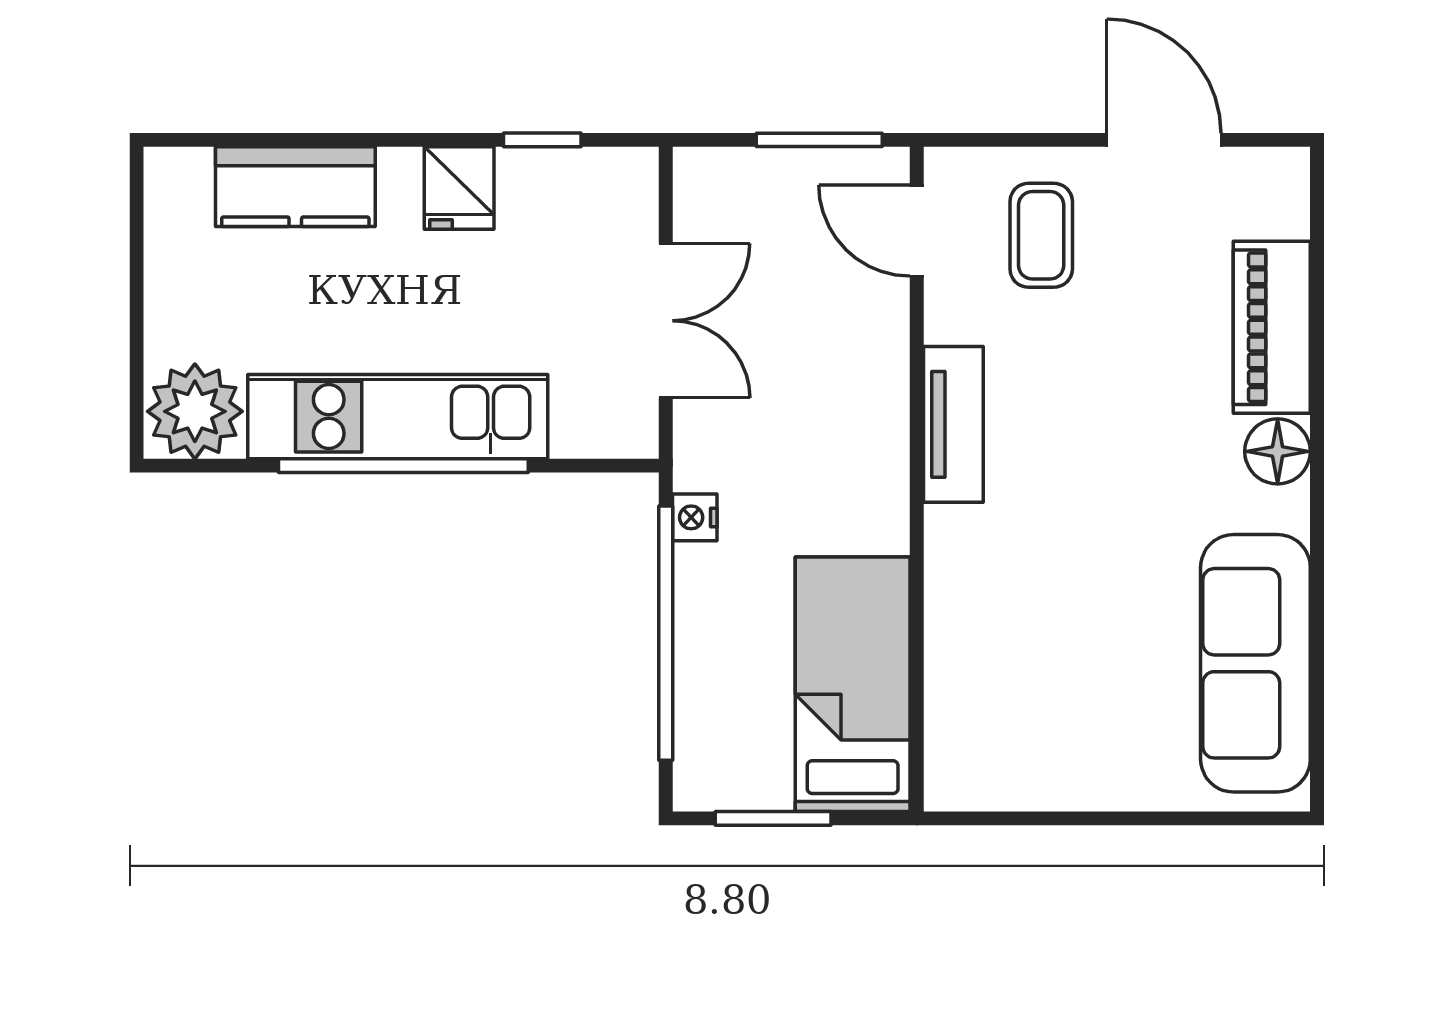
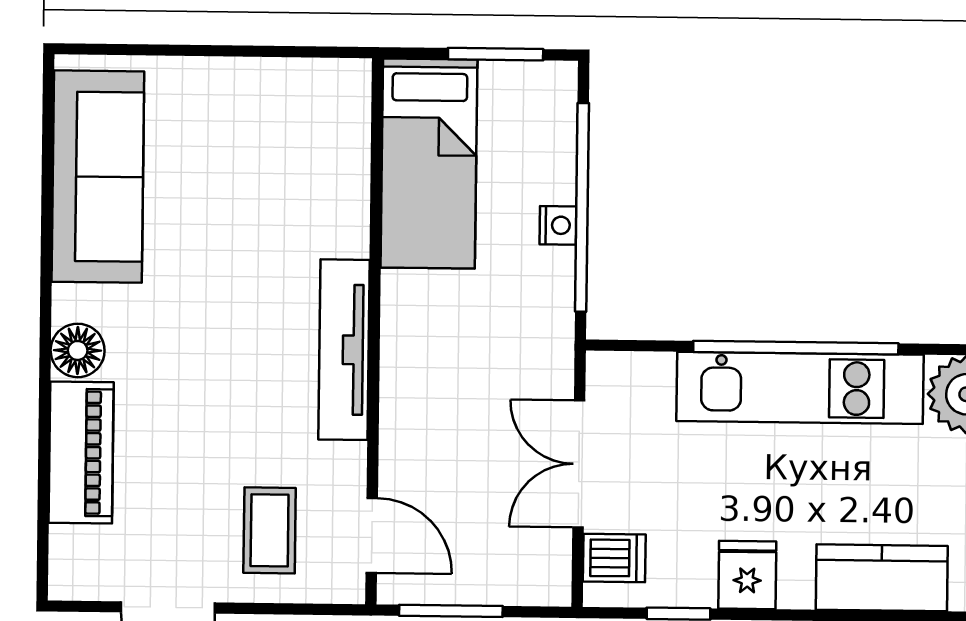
dishwasher: (621, 207) -> (614, 558), added
tv unit: (953, 424) -> (344, 350), width x1.41
nightstand: (695, 517) -> (558, 225), moved

